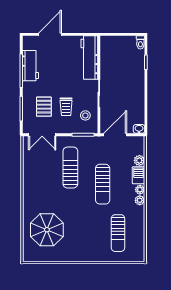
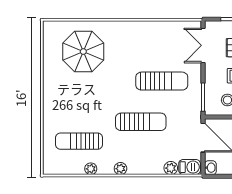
barbecue: (139, 175) -> (190, 167), moved
sun lounger: (103, 184) -> (141, 122), turned 180
plant: (140, 190) -> (91, 169), moved

